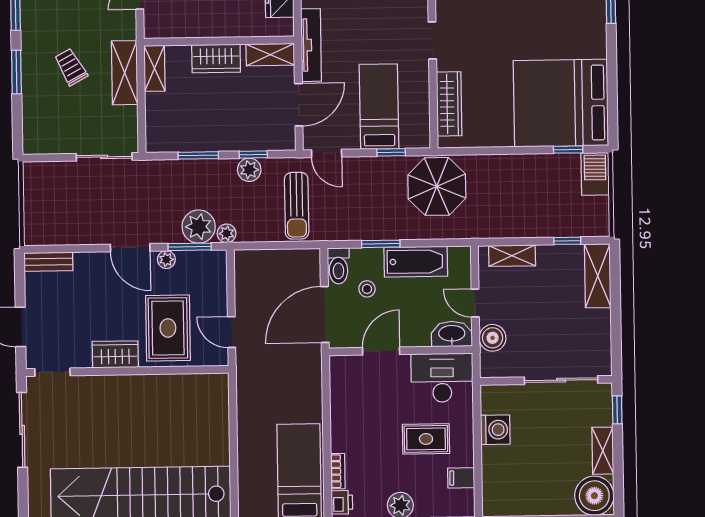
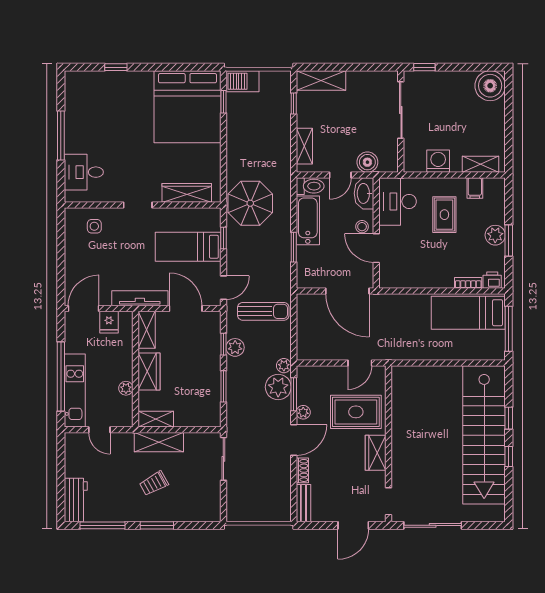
plant: (194, 29) -> (126, 388), added
shoe rack: (91, 260) -> (302, 470), added
toilet: (338, 266) -> (310, 186), moved
stool: (367, 289) -> (362, 227), moved
shelving: (603, 451) -> (480, 164), moved

